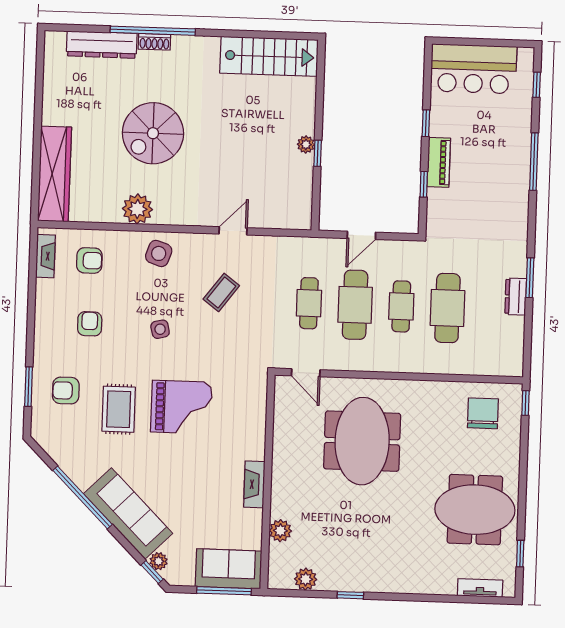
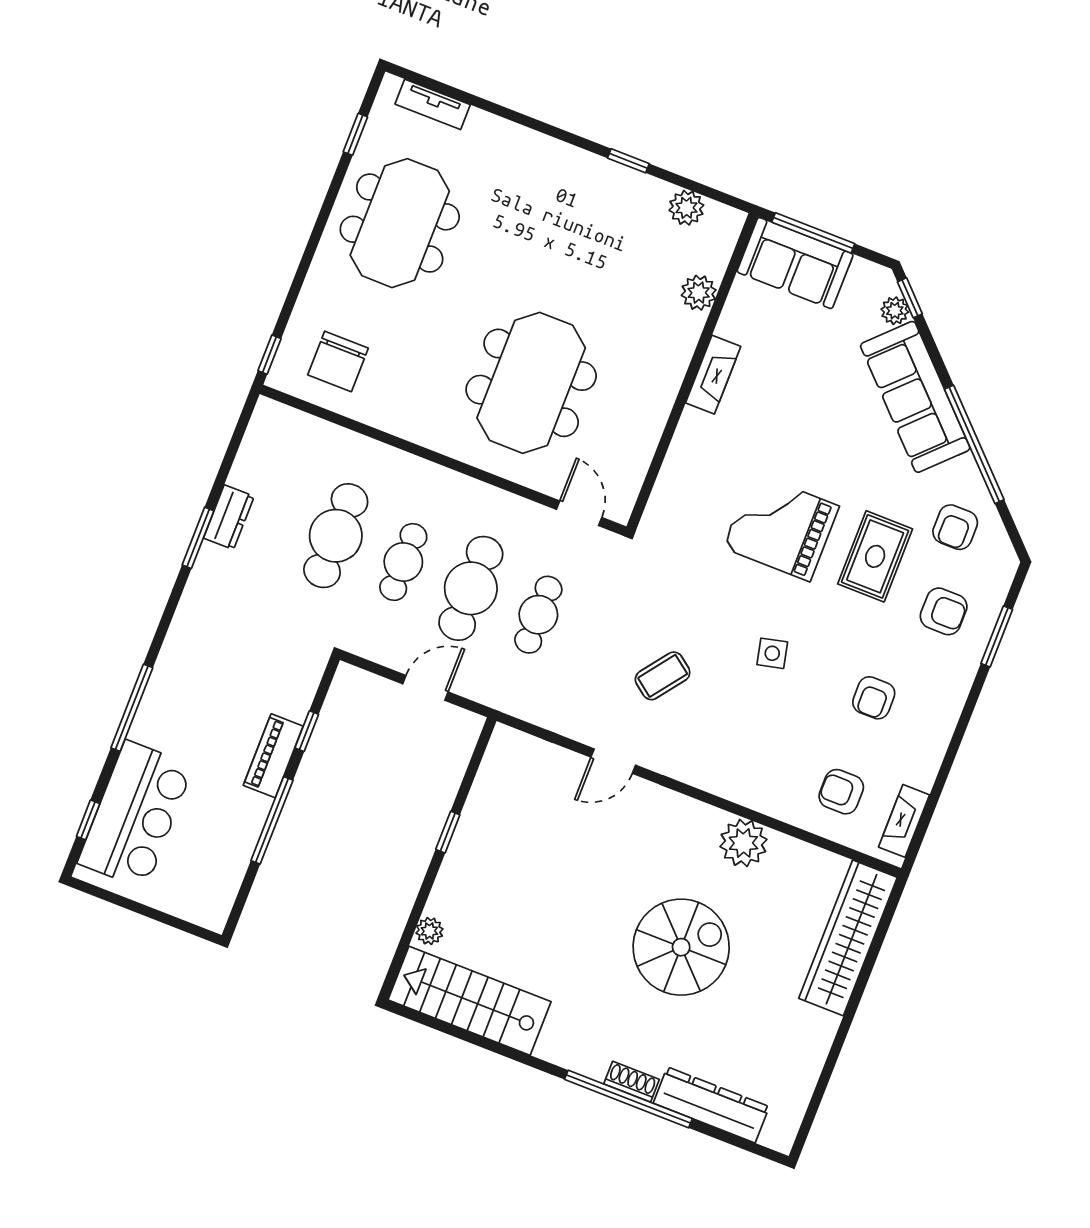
bar counter: (474, 69) -> (135, 815), moved, turned 90
window: (426, 123) -> (272, 820), width x2.17
plant: (306, 144) -> (429, 931), moved
side table: (159, 253) -> (735, 766), removed
armchair: (77, 444) -> (955, 527), added
meeting table: (475, 510) -> (400, 223), turned 90

